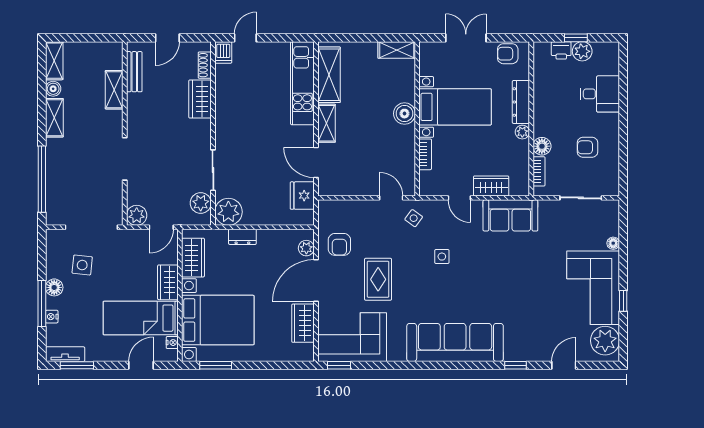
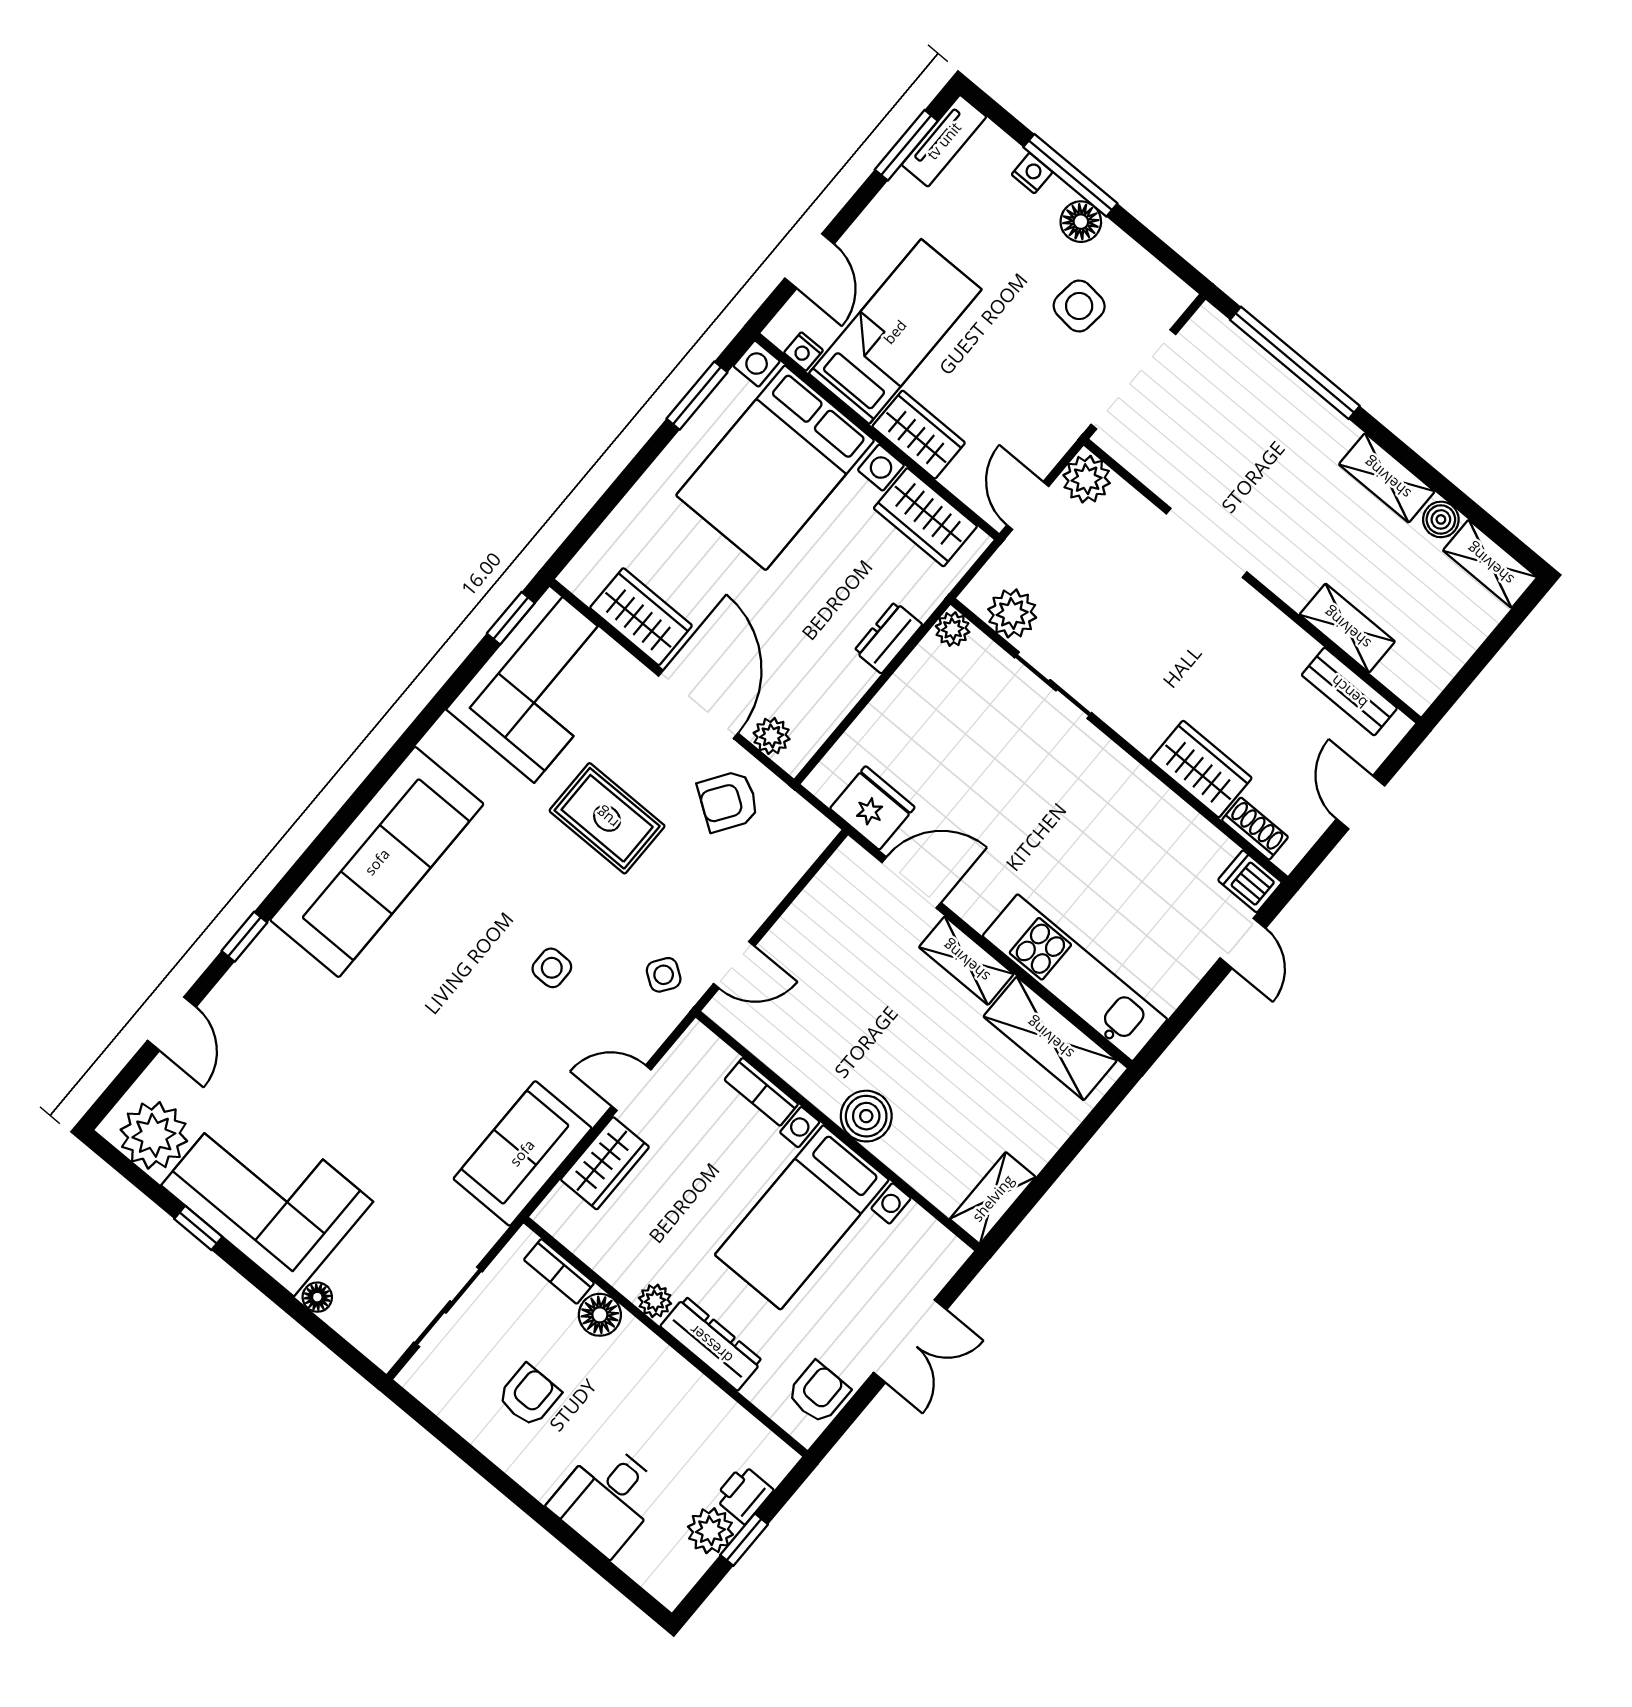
plant: (228, 212) -> (953, 629), width x0.53, depth x0.53
armchair: (339, 244) -> (728, 801), turned -56

